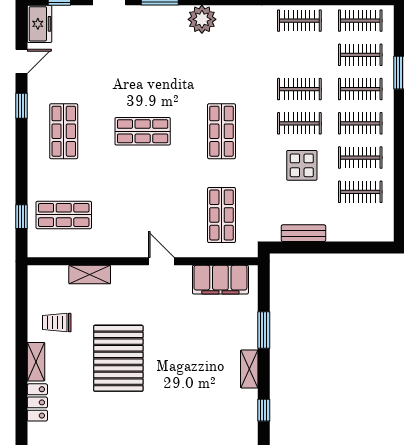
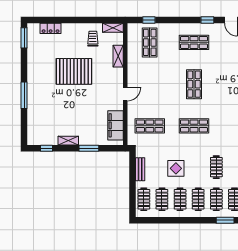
clothes rail: (299, 123) -> (144, 199), moved
shelving: (36, 362) -> (113, 28), moved

